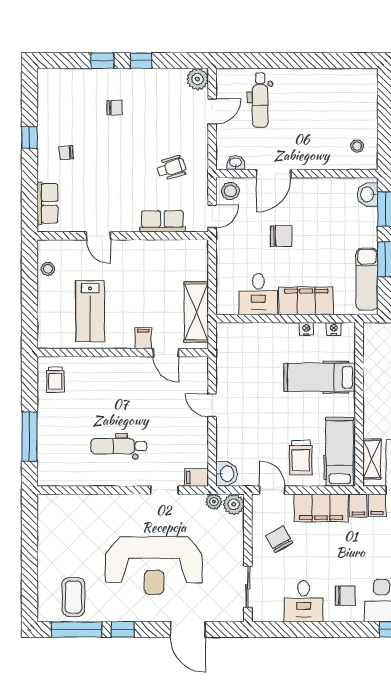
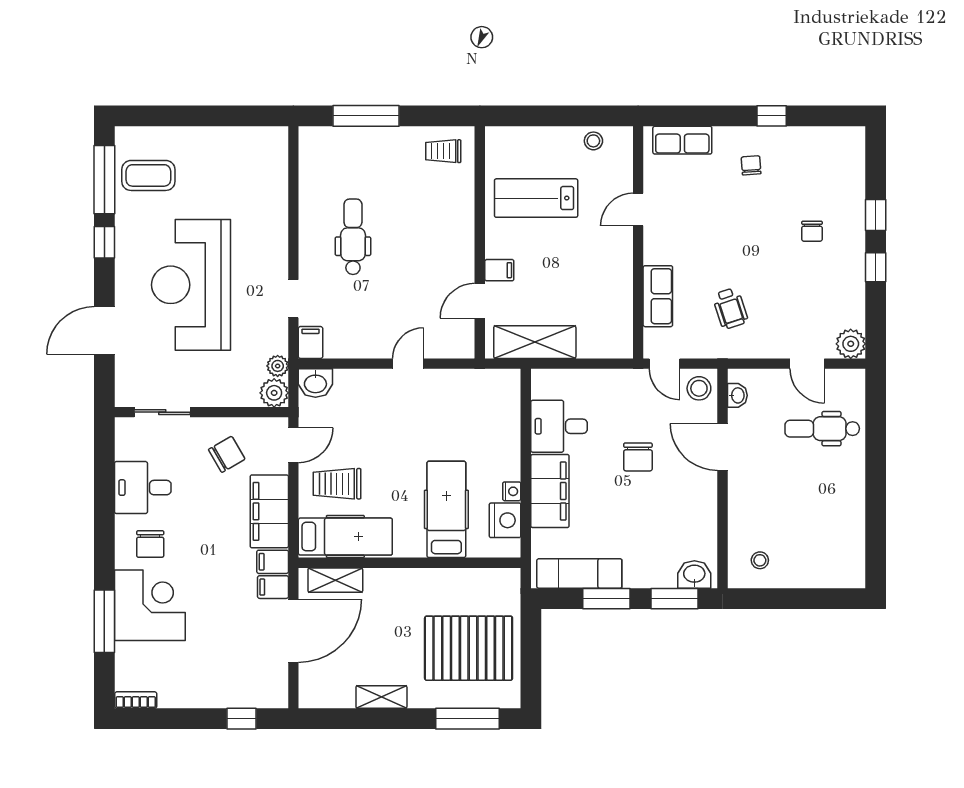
nightstand: (334, 329) -> (505, 520), width x1.89, depth x1.79

